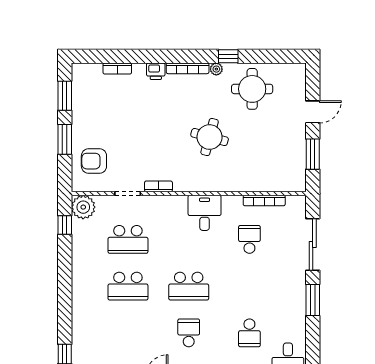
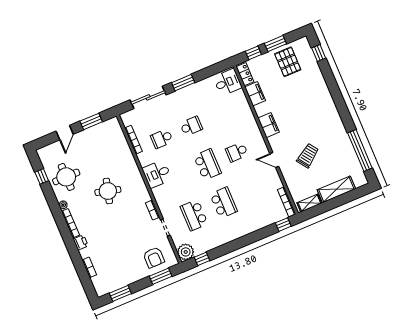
window: (228, 56) -> (42, 176), moved
door: (313, 112) -> (65, 133), swing flipped
window: (65, 139) -> (161, 276), moved
school desk: (128, 239) -> (194, 215), turned 180
school desk: (249, 333) -> (191, 126), moved

